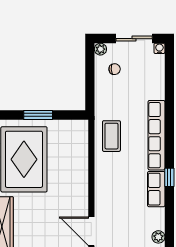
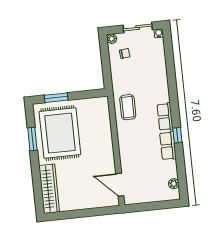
window: (38, 115) -> (56, 98), moved
row of seats: (156, 135) -> (165, 117), width x0.50

